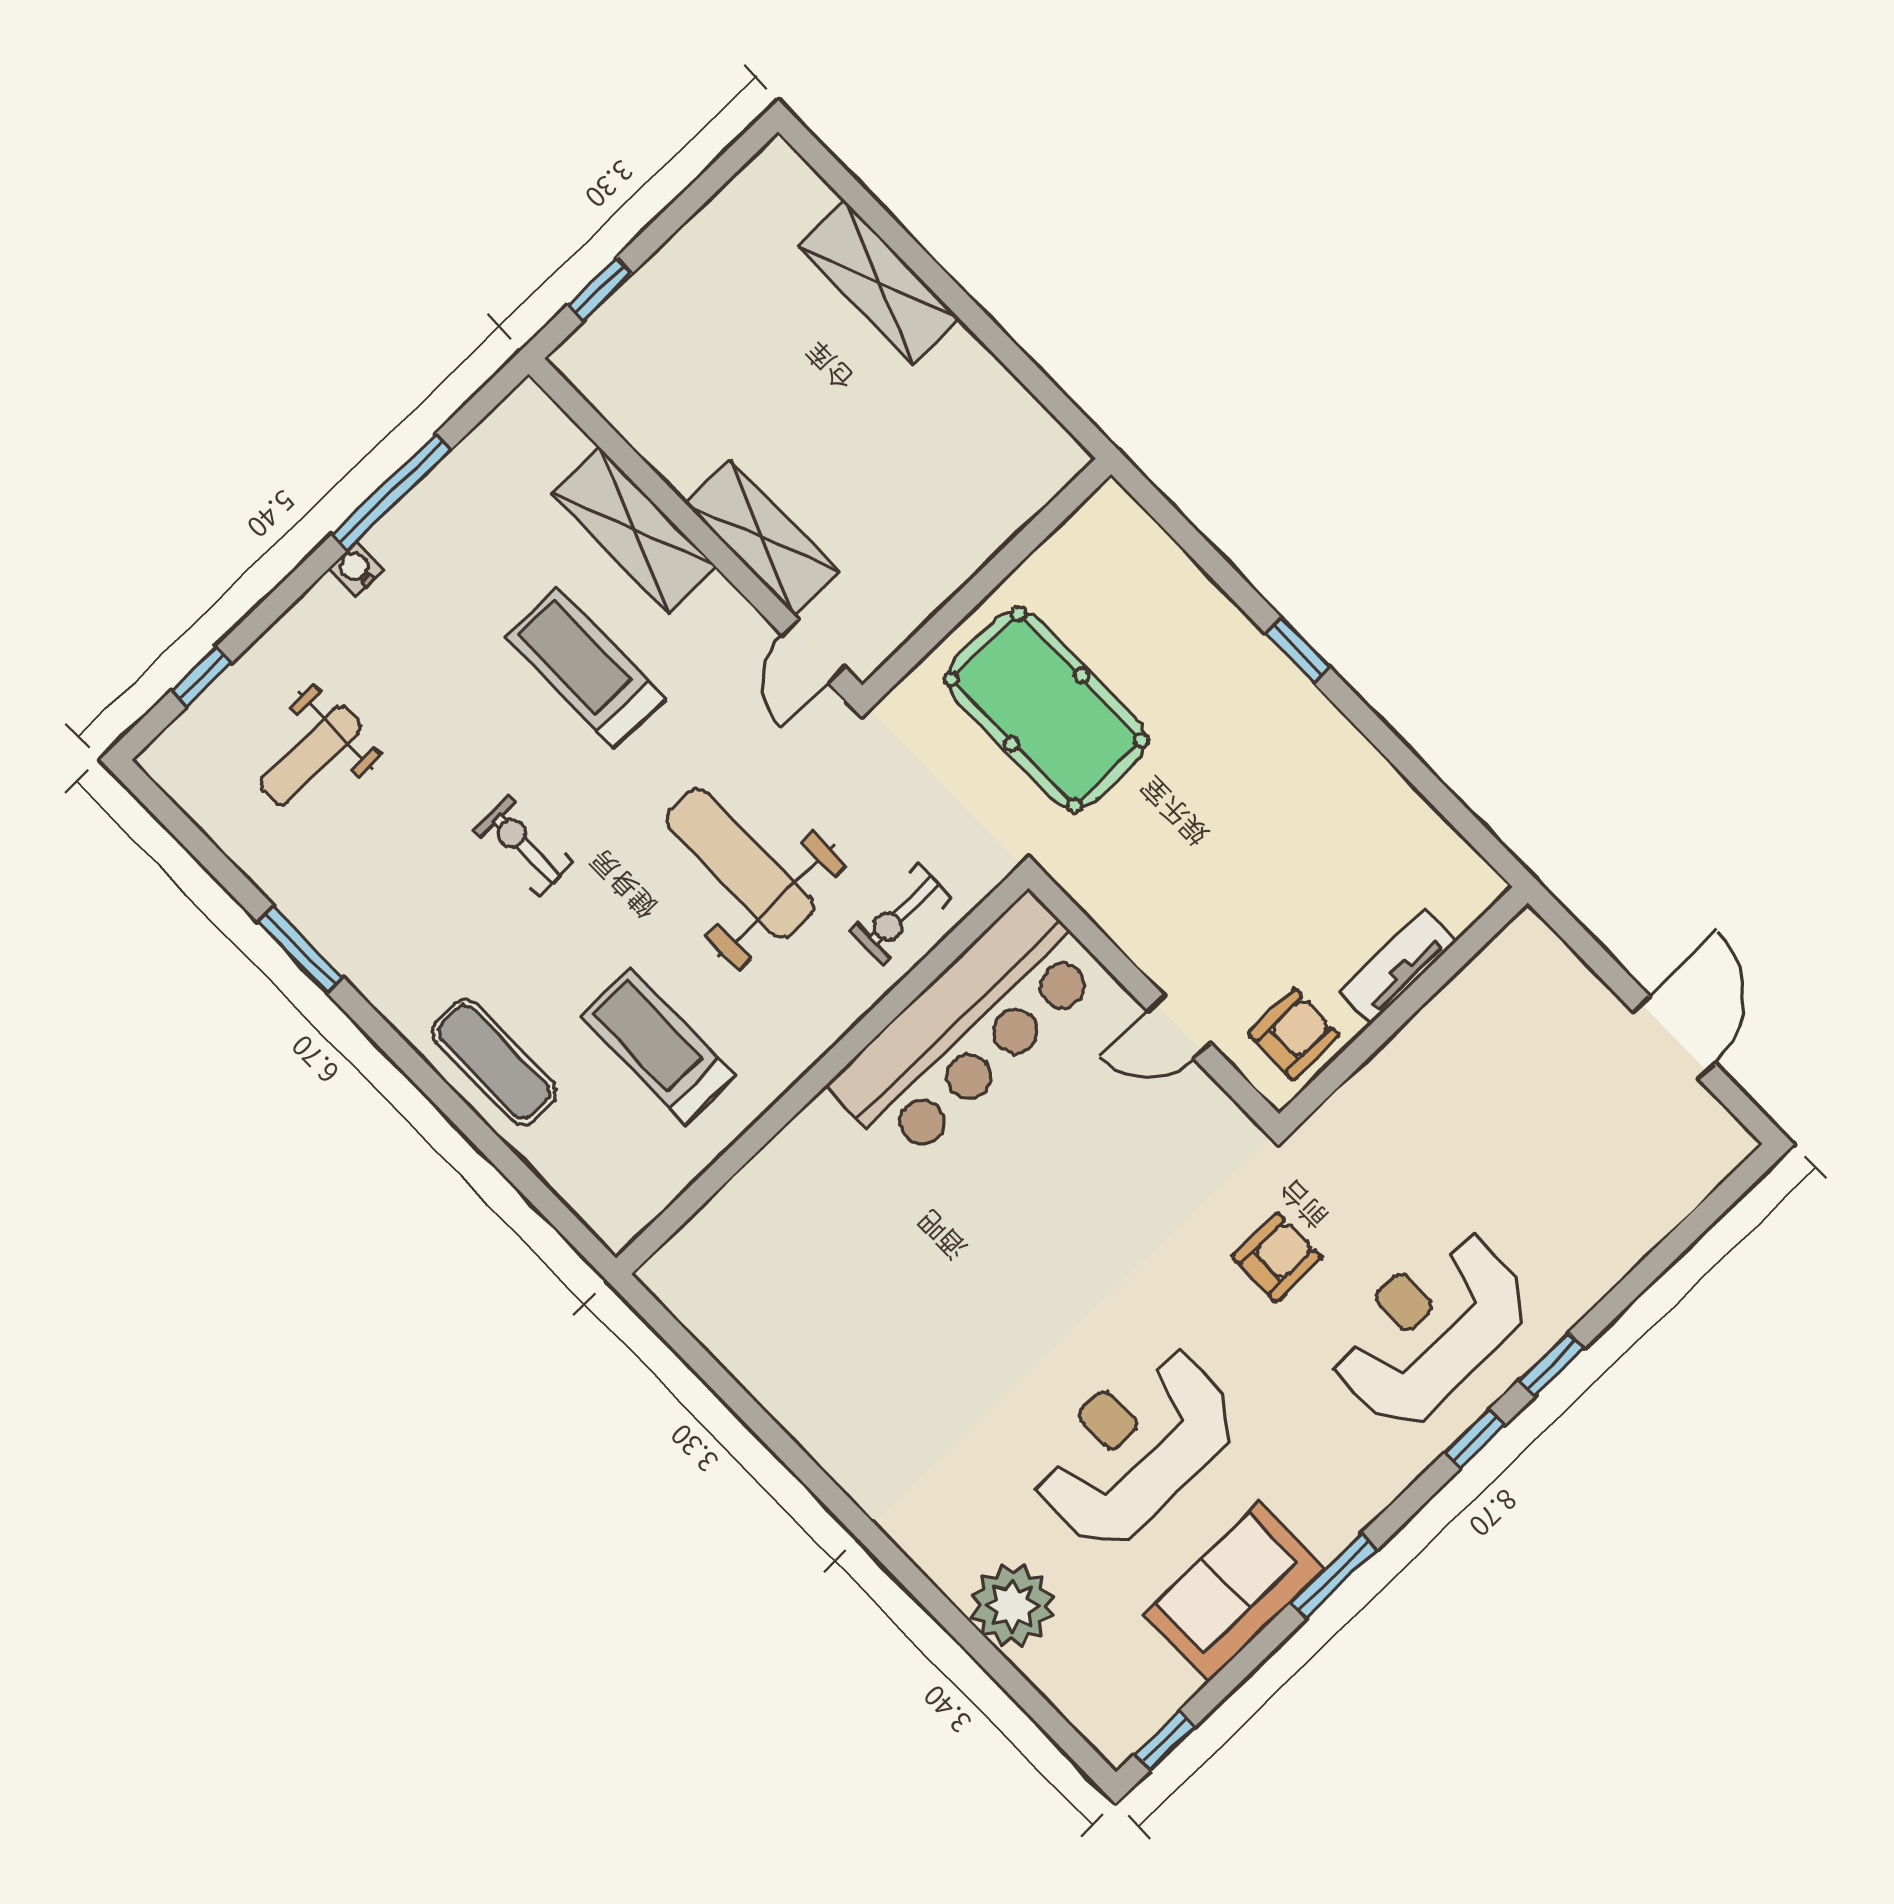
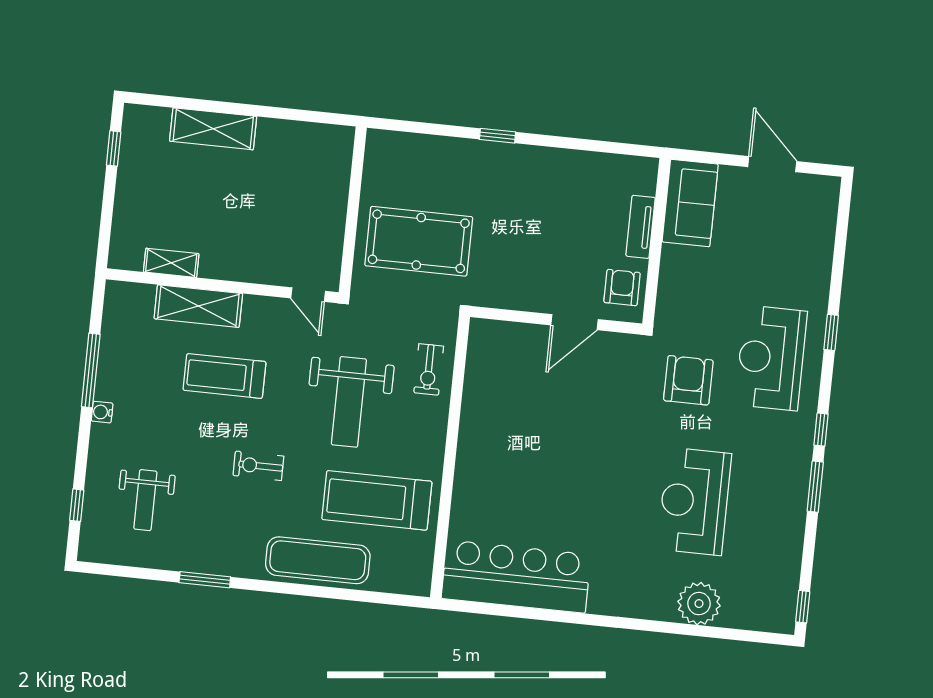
window: (600, 289) -> (114, 148), moved
shelving: (762, 538) -> (171, 263), moved, width x0.67, depth x0.75
weight bench: (740, 863) -> (349, 402), turned -90
door: (1179, 1027) -> (574, 322), width x1.38
bar counter: (967, 1028) -> (516, 577), moved, turned -90
treadmill: (658, 1046) -> (377, 500), width x1.37, depth x1.38
exercise mat: (494, 1062) -> (318, 560), width x1.36, depth x1.45
armchair: (1277, 1257) -> (688, 380), width x1.38, depth x1.38
window: (1475, 1439) -> (821, 430), moved
sofa: (1234, 1592) -> (690, 203), moved, turned 180

